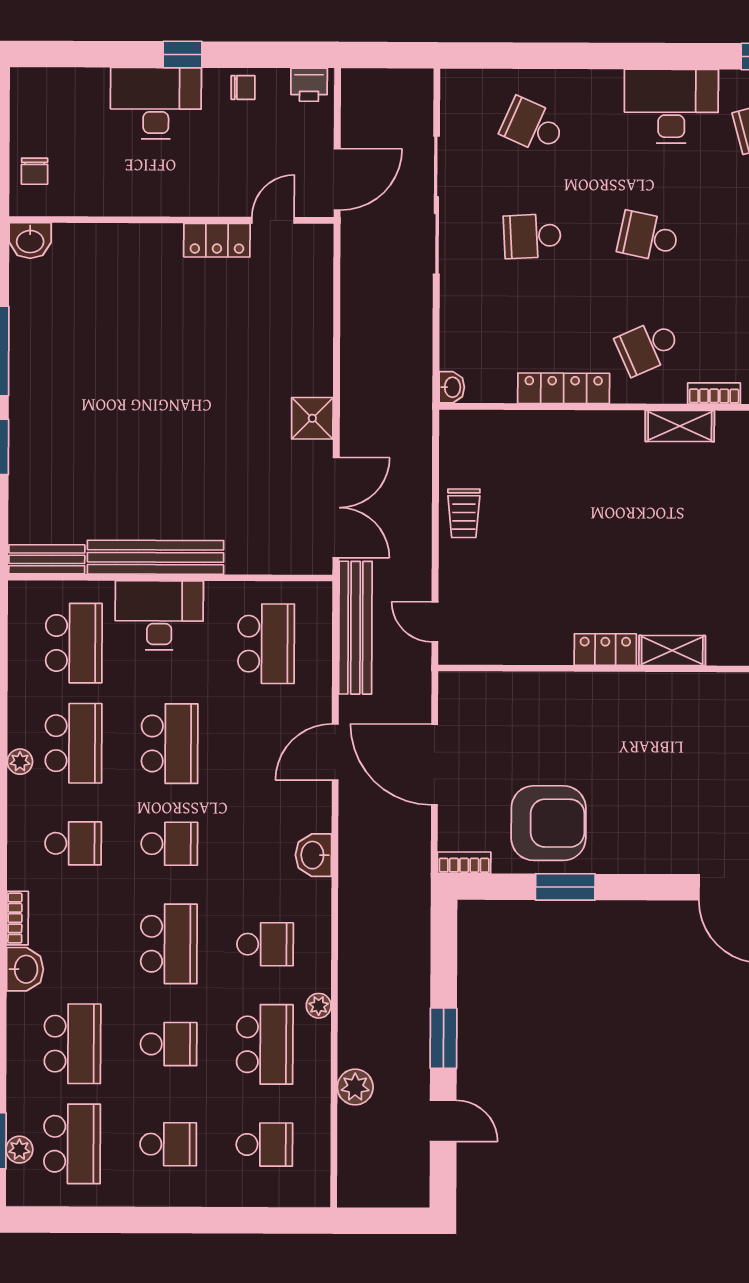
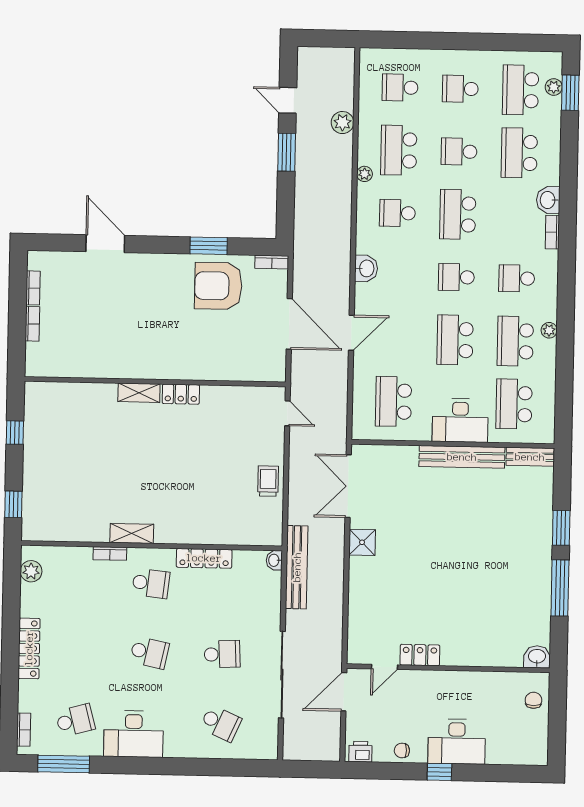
school desk: (648, 347) -> (151, 583), turned 30
bench: (355, 628) -> (297, 567), moved

